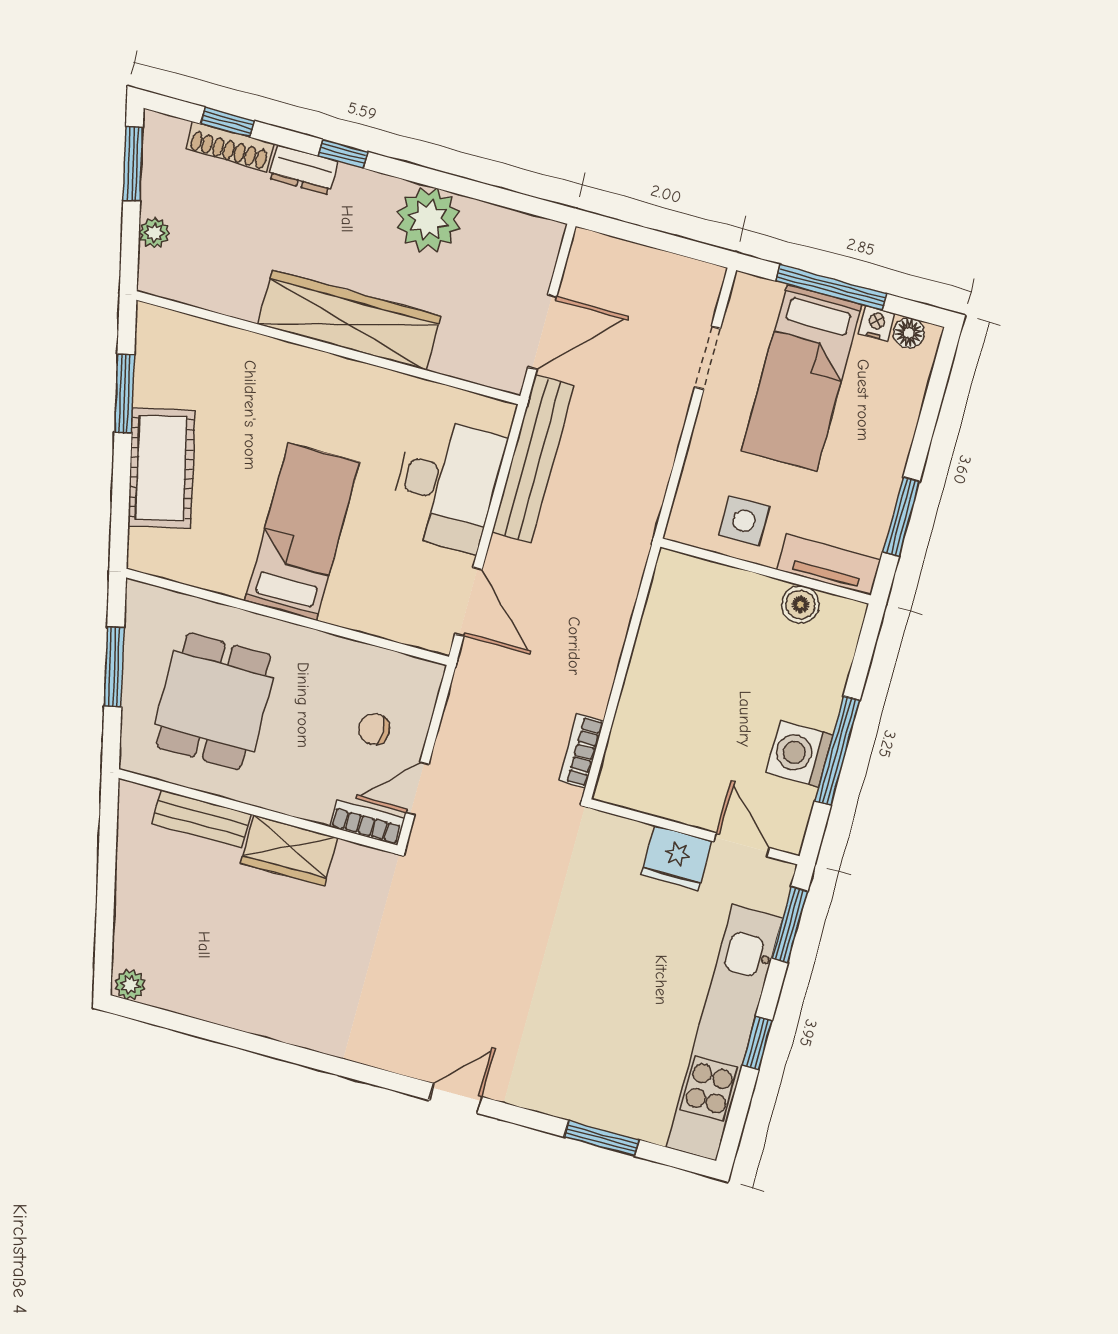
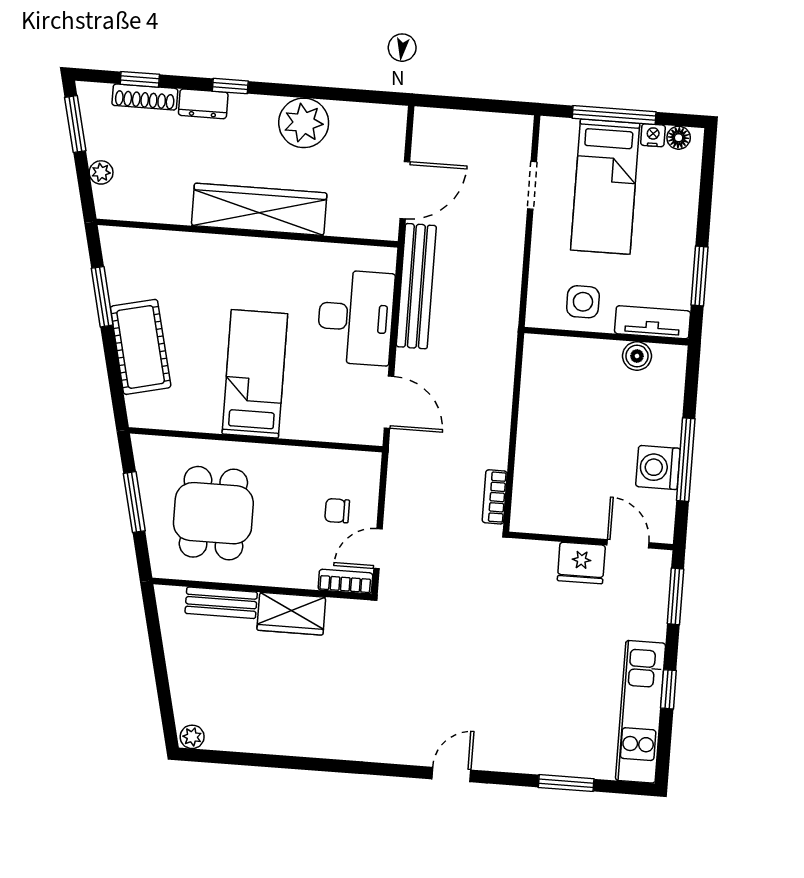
kitchen unit: (724, 1032) -> (640, 712), width x0.73

